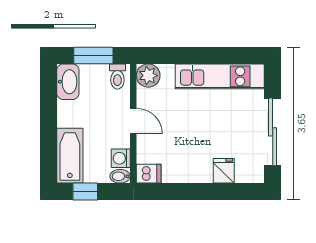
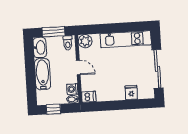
bathtub: (70, 156) -> (43, 74), moved

